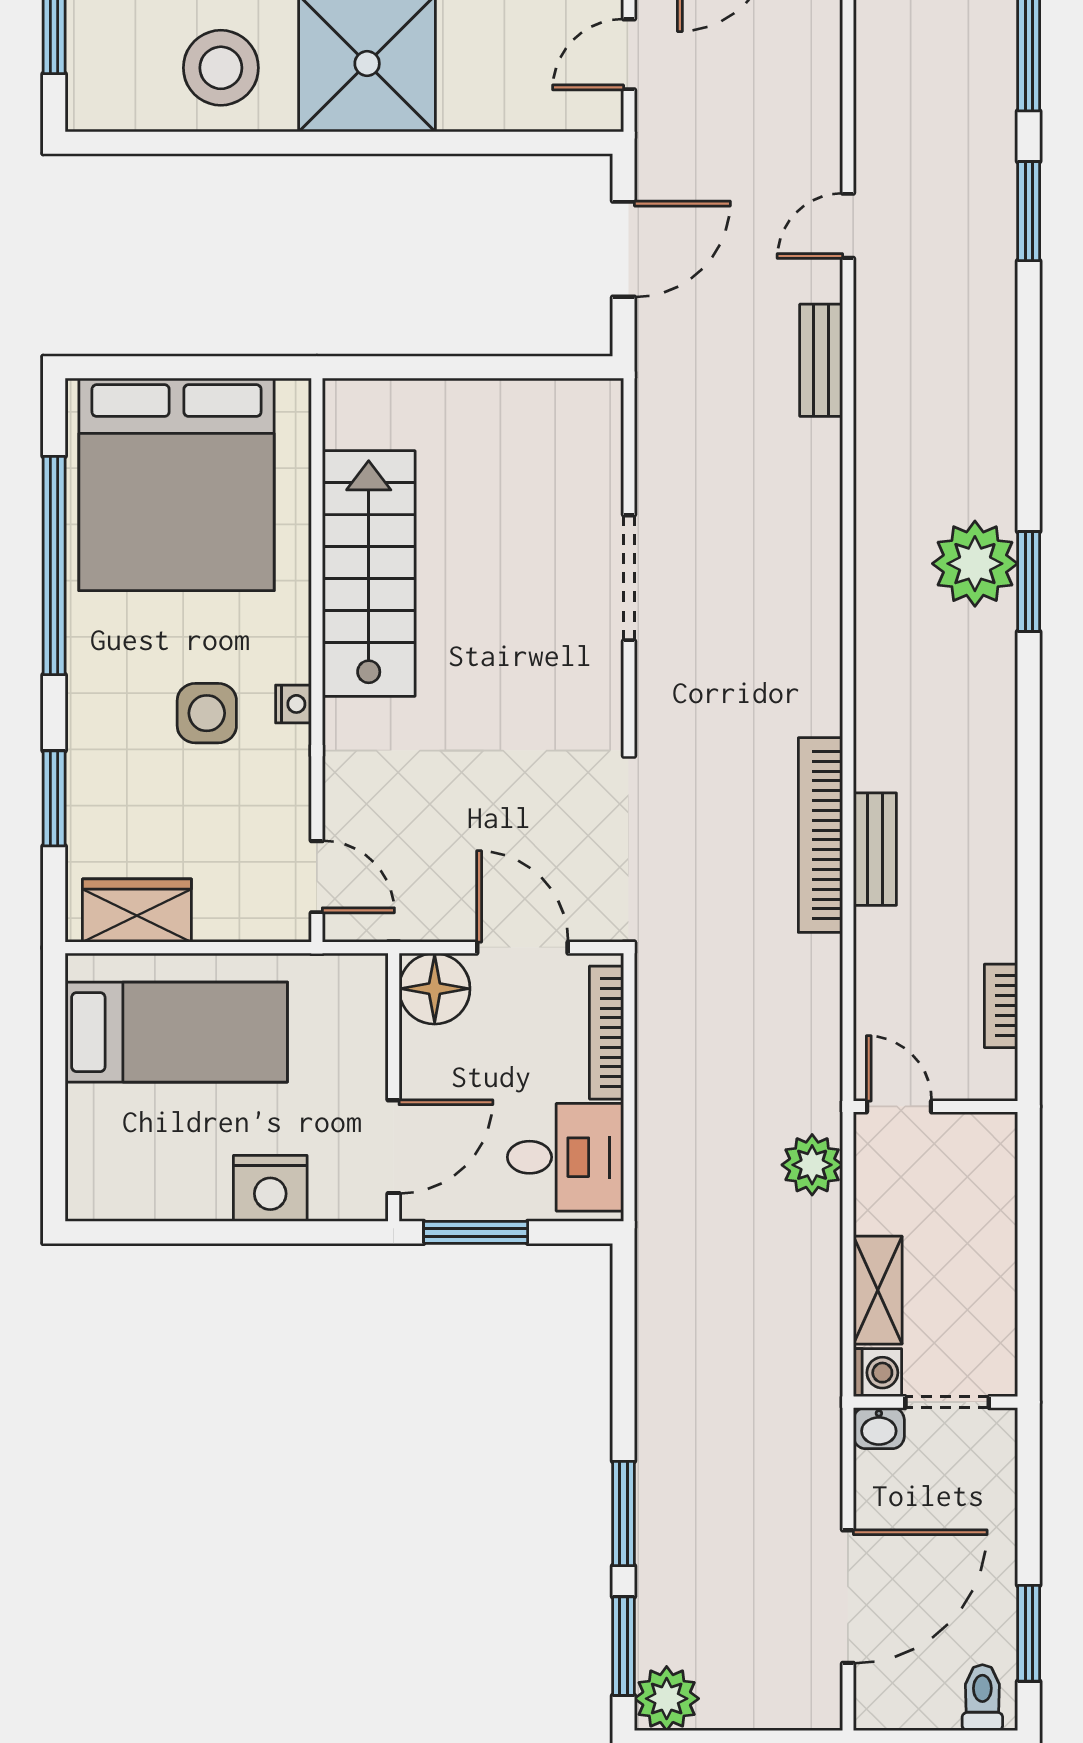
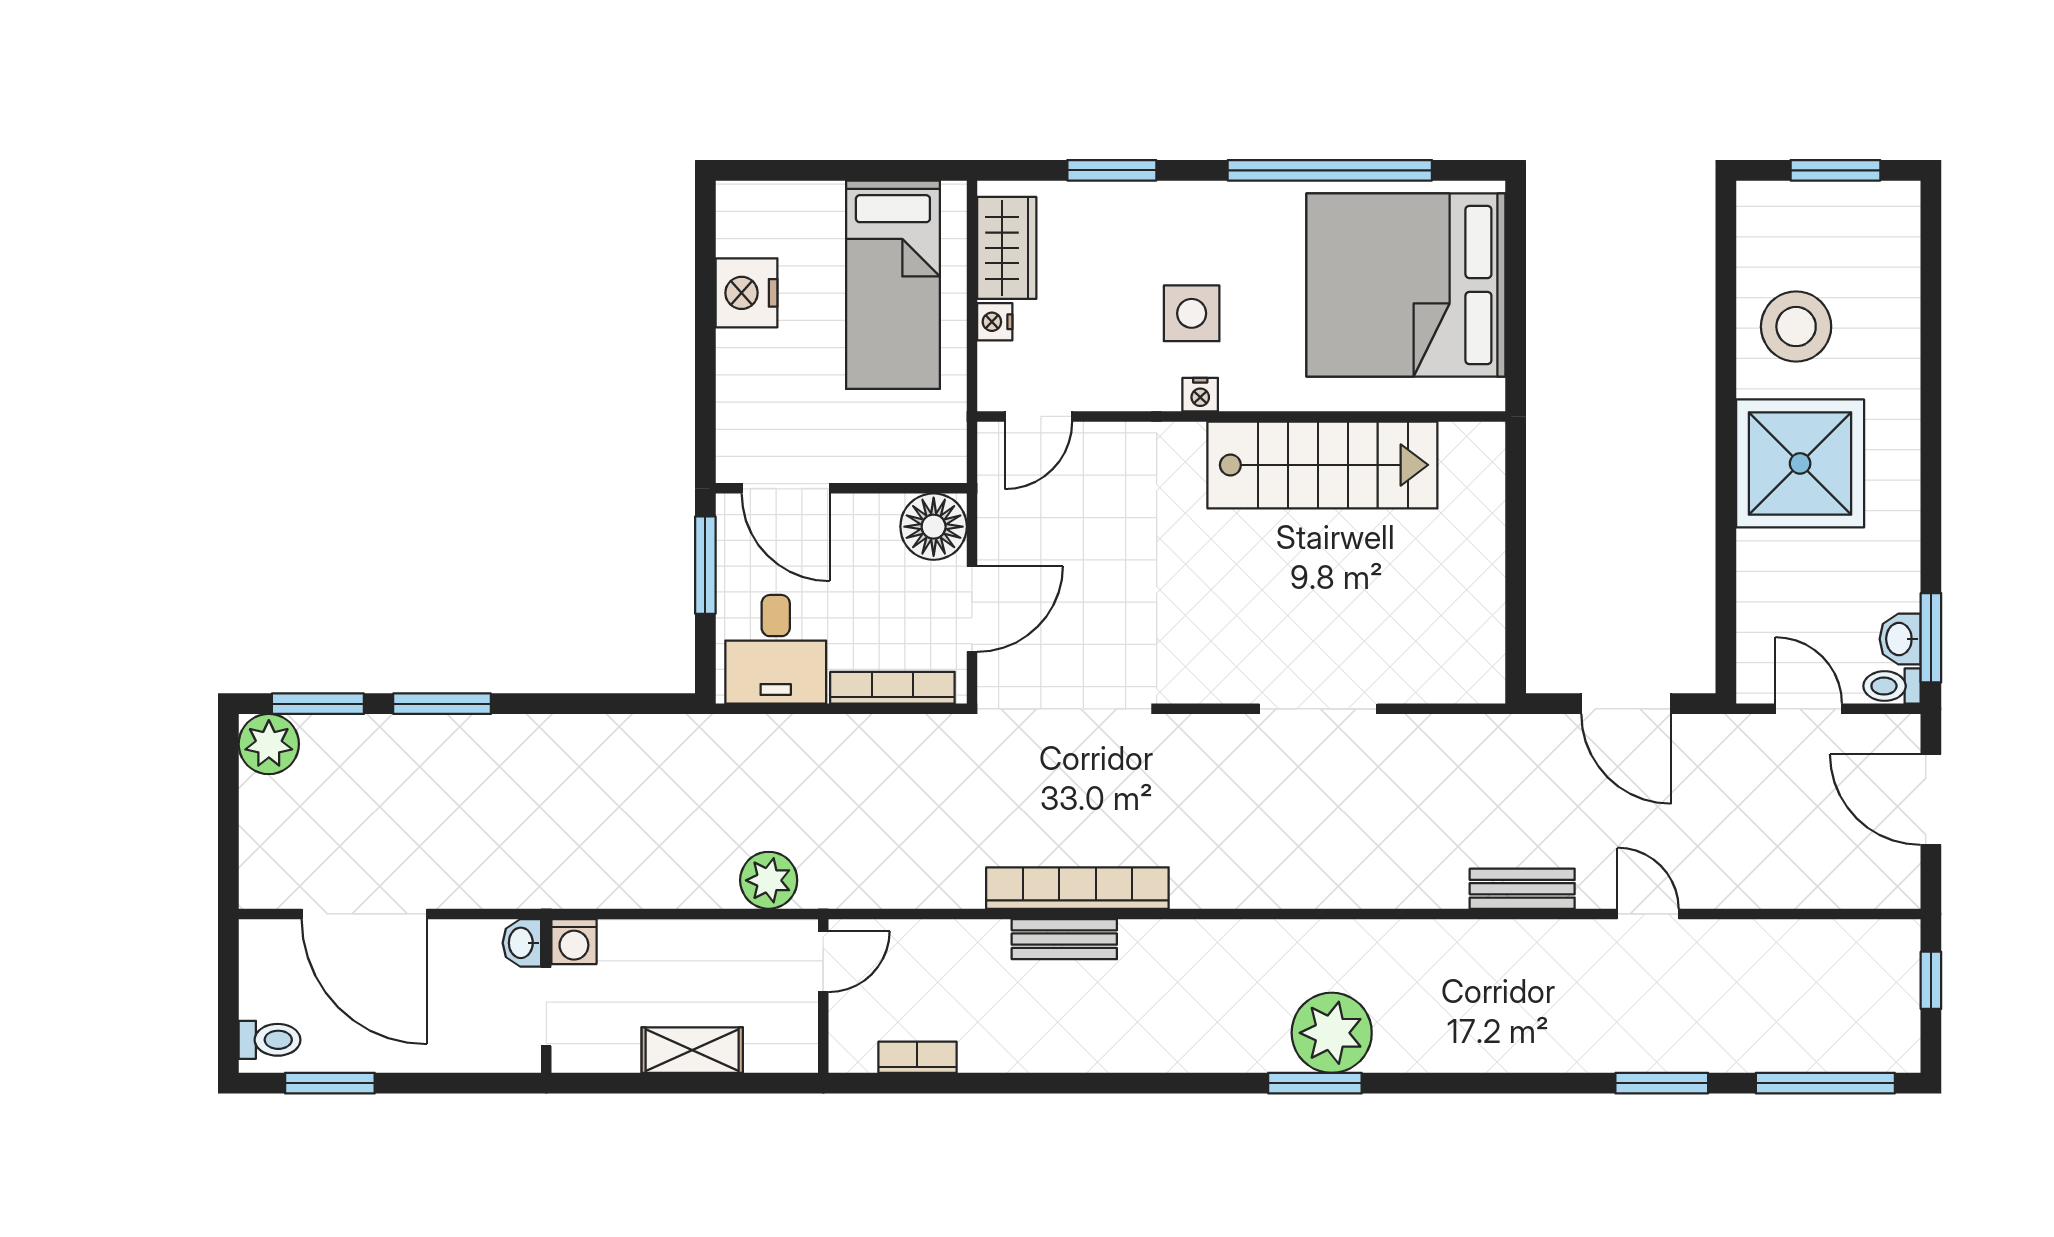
nightstand: (216, 923) -> (995, 322), added
nightstand: (270, 1188) -> (746, 293), moved
shelving: (878, 1290) -> (692, 1050), moved

